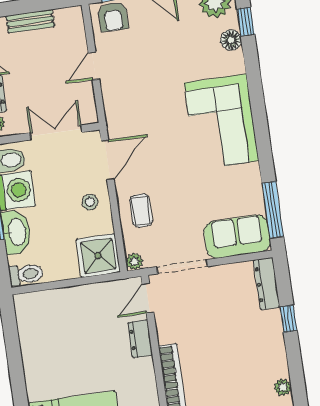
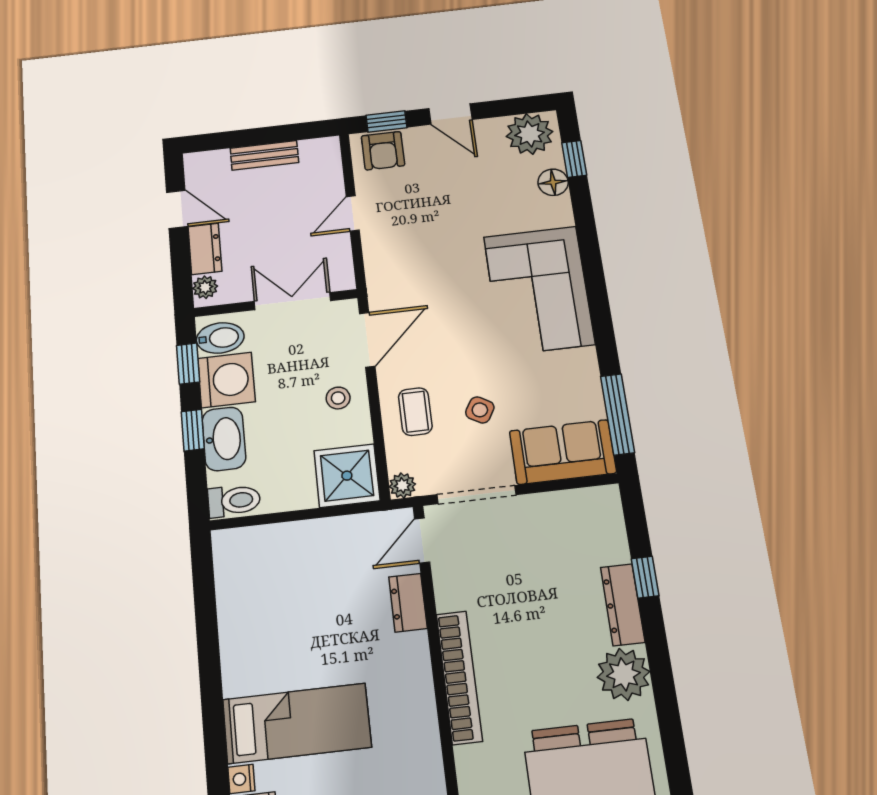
side table: (183, 209) -> (480, 410), added
dresser: (267, 284) -> (623, 605), moved
plant: (283, 387) -> (624, 674), width x1.87, depth x1.87

